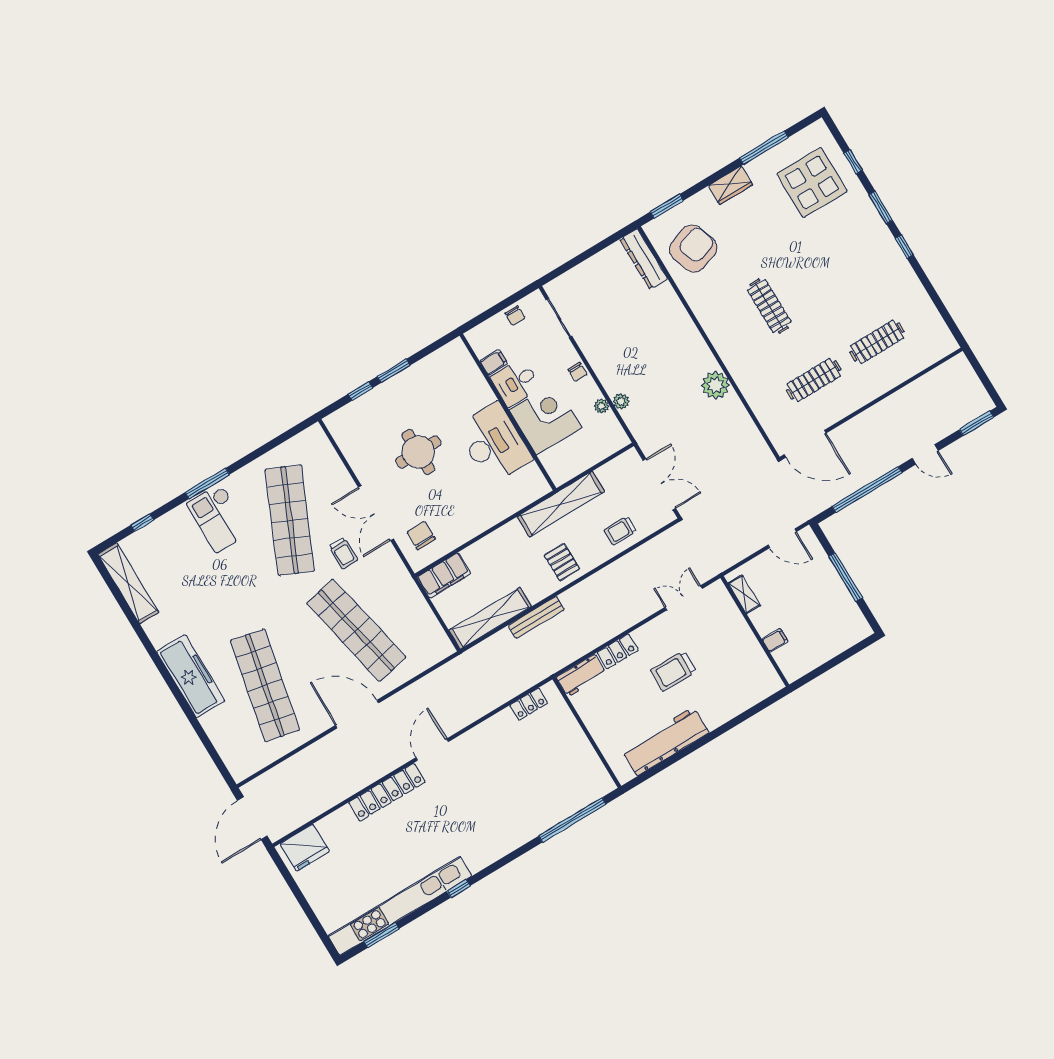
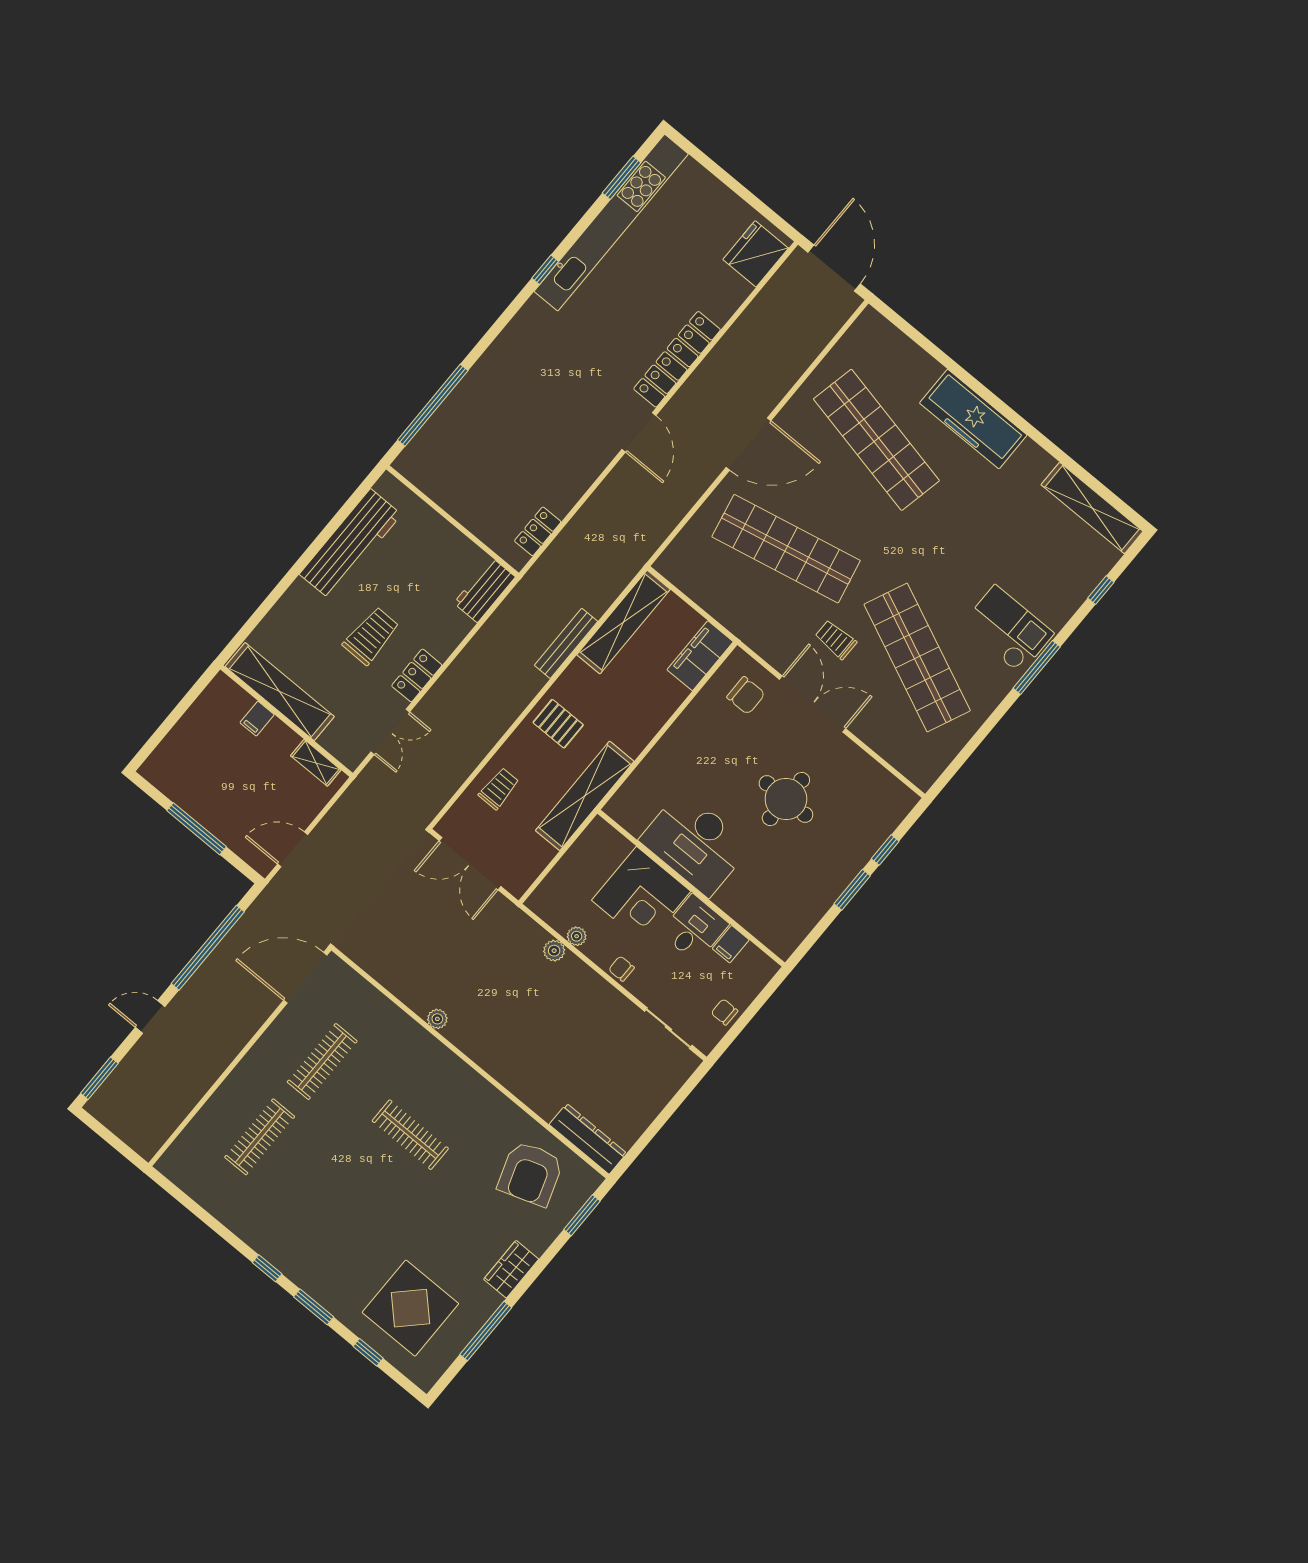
plant: (715, 385) -> (437, 1019), width x0.53, depth x0.53
locker: (618, 651) -> (417, 675), moved
shelving: (752, 654) -> (280, 692), added

